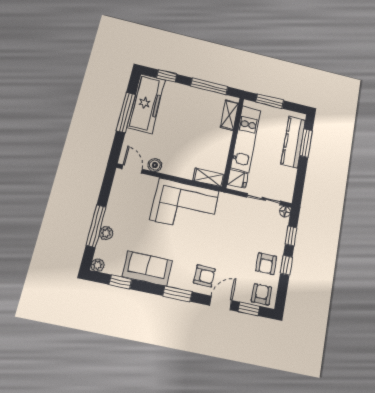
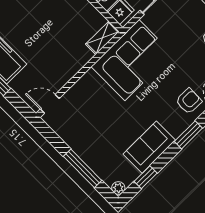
boiler: (155, 165) -> (59, 81), removed
corner sofa: (185, 205) -> (132, 60), moved
plant: (106, 233) -> (95, 163), removed

